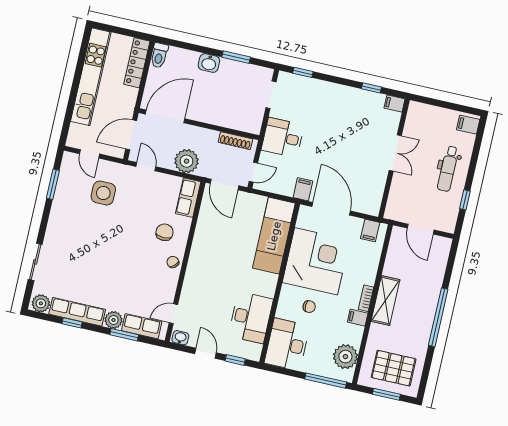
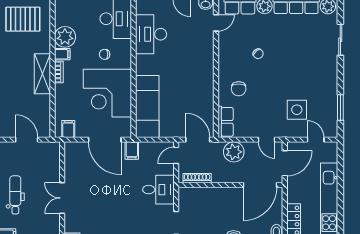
chair: (173, 262) -> (258, 54), moved
plant: (345, 357) -> (65, 37), moved

